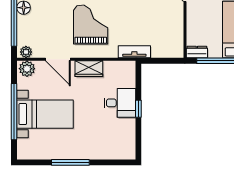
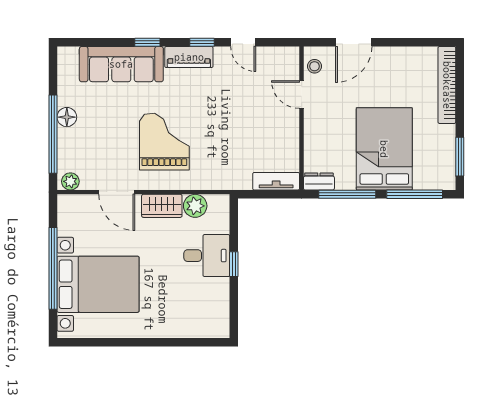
tv unit: (134, 52) -> (276, 181), moved
plant: (27, 69) -> (195, 206), moved
bed with nightstands: (45, 114) -> (98, 284), width x1.36
window: (70, 162) -> (135, 342), removed

